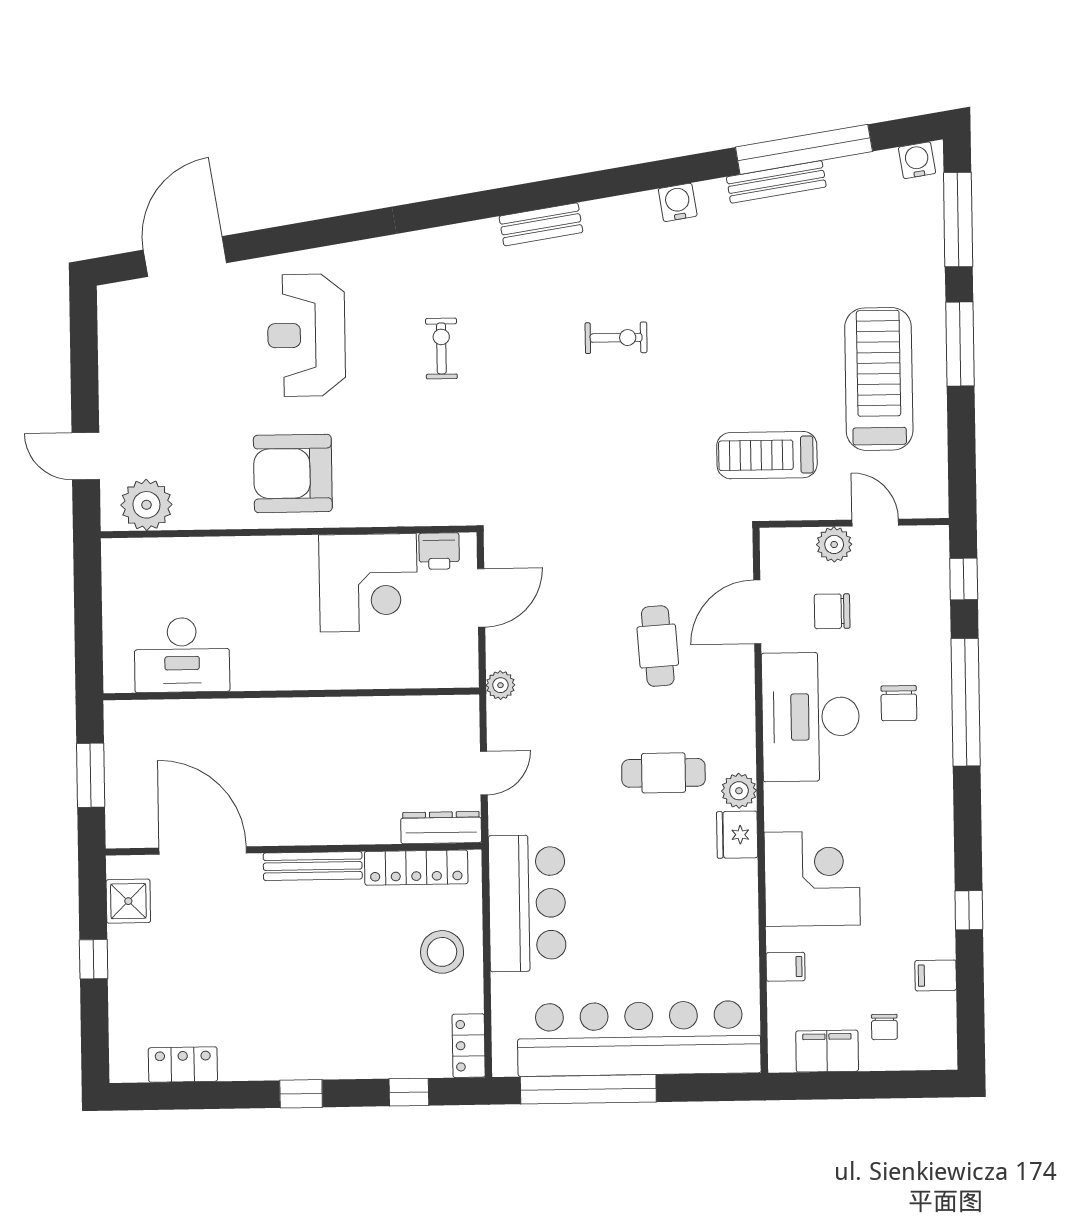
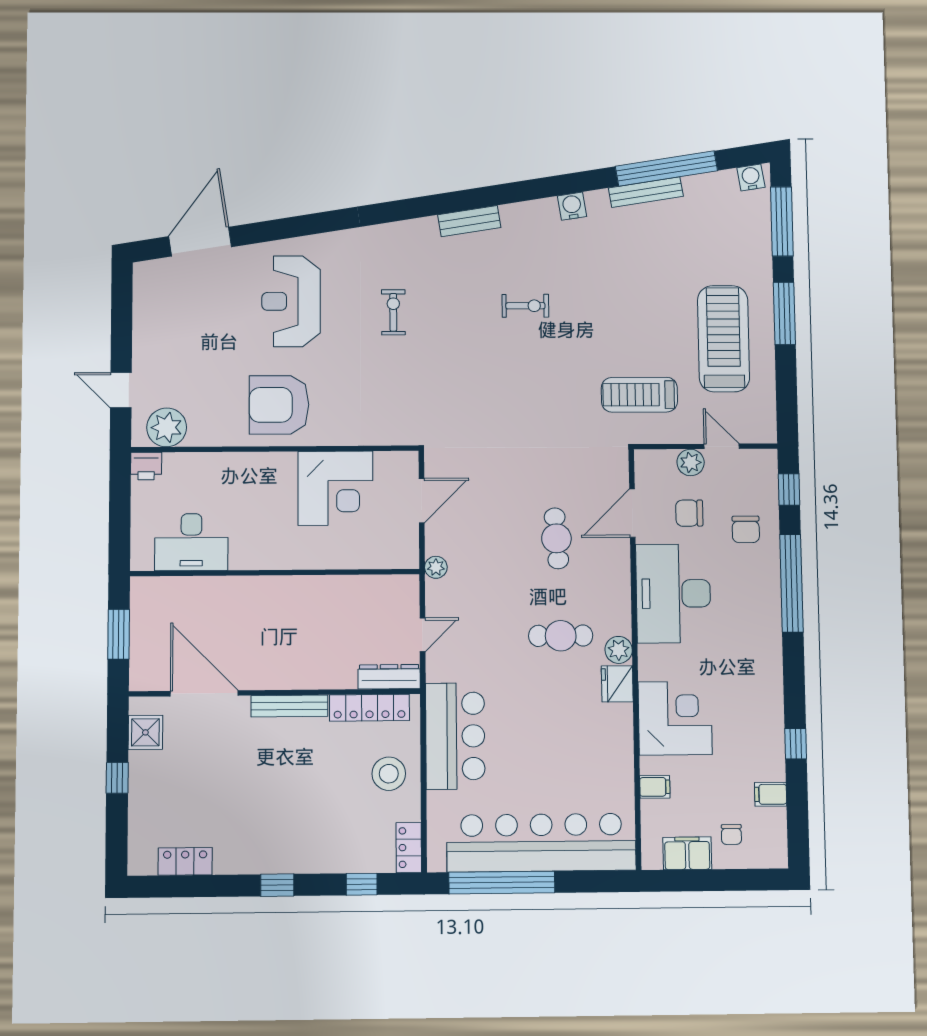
printer: (439, 551) -> (146, 466), moved
chair: (899, 703) -> (746, 529), moved

